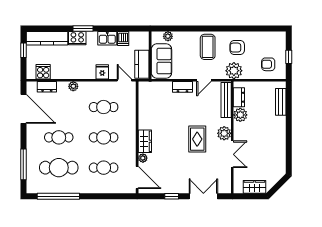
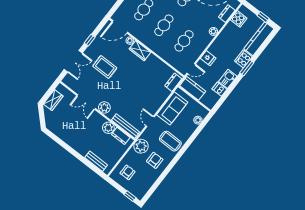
window: (289, 57) -> (130, 196), moved
sofa: (161, 61) -> (172, 108), moved, turned -90
dresser: (182, 87) -> (173, 82), moved
rug: (197, 139) -> (105, 67), moved

